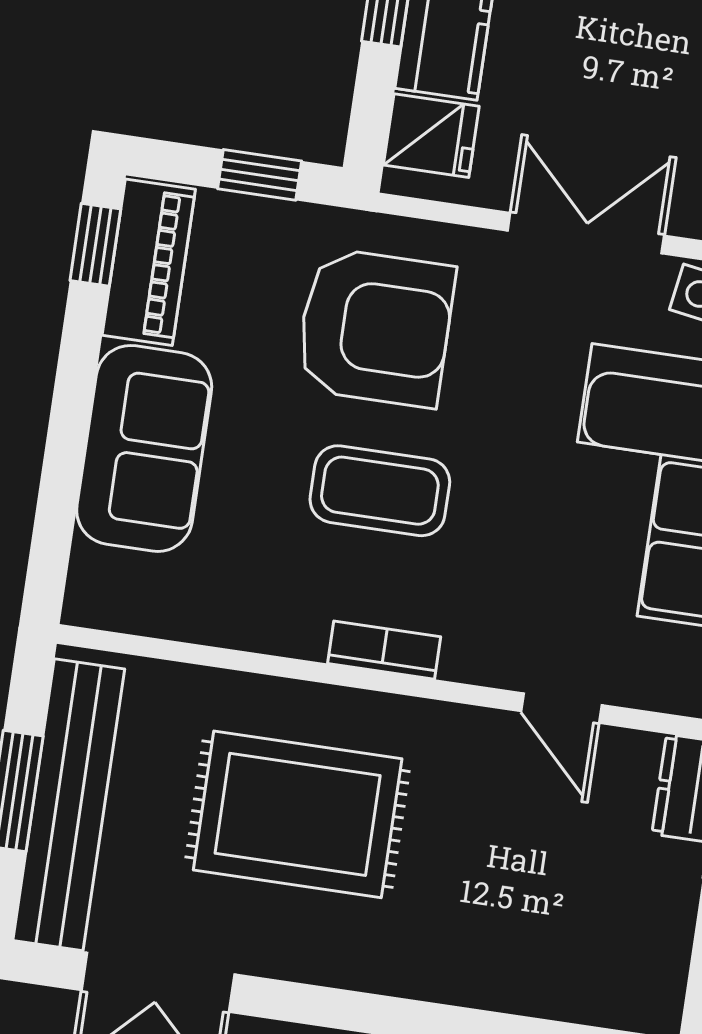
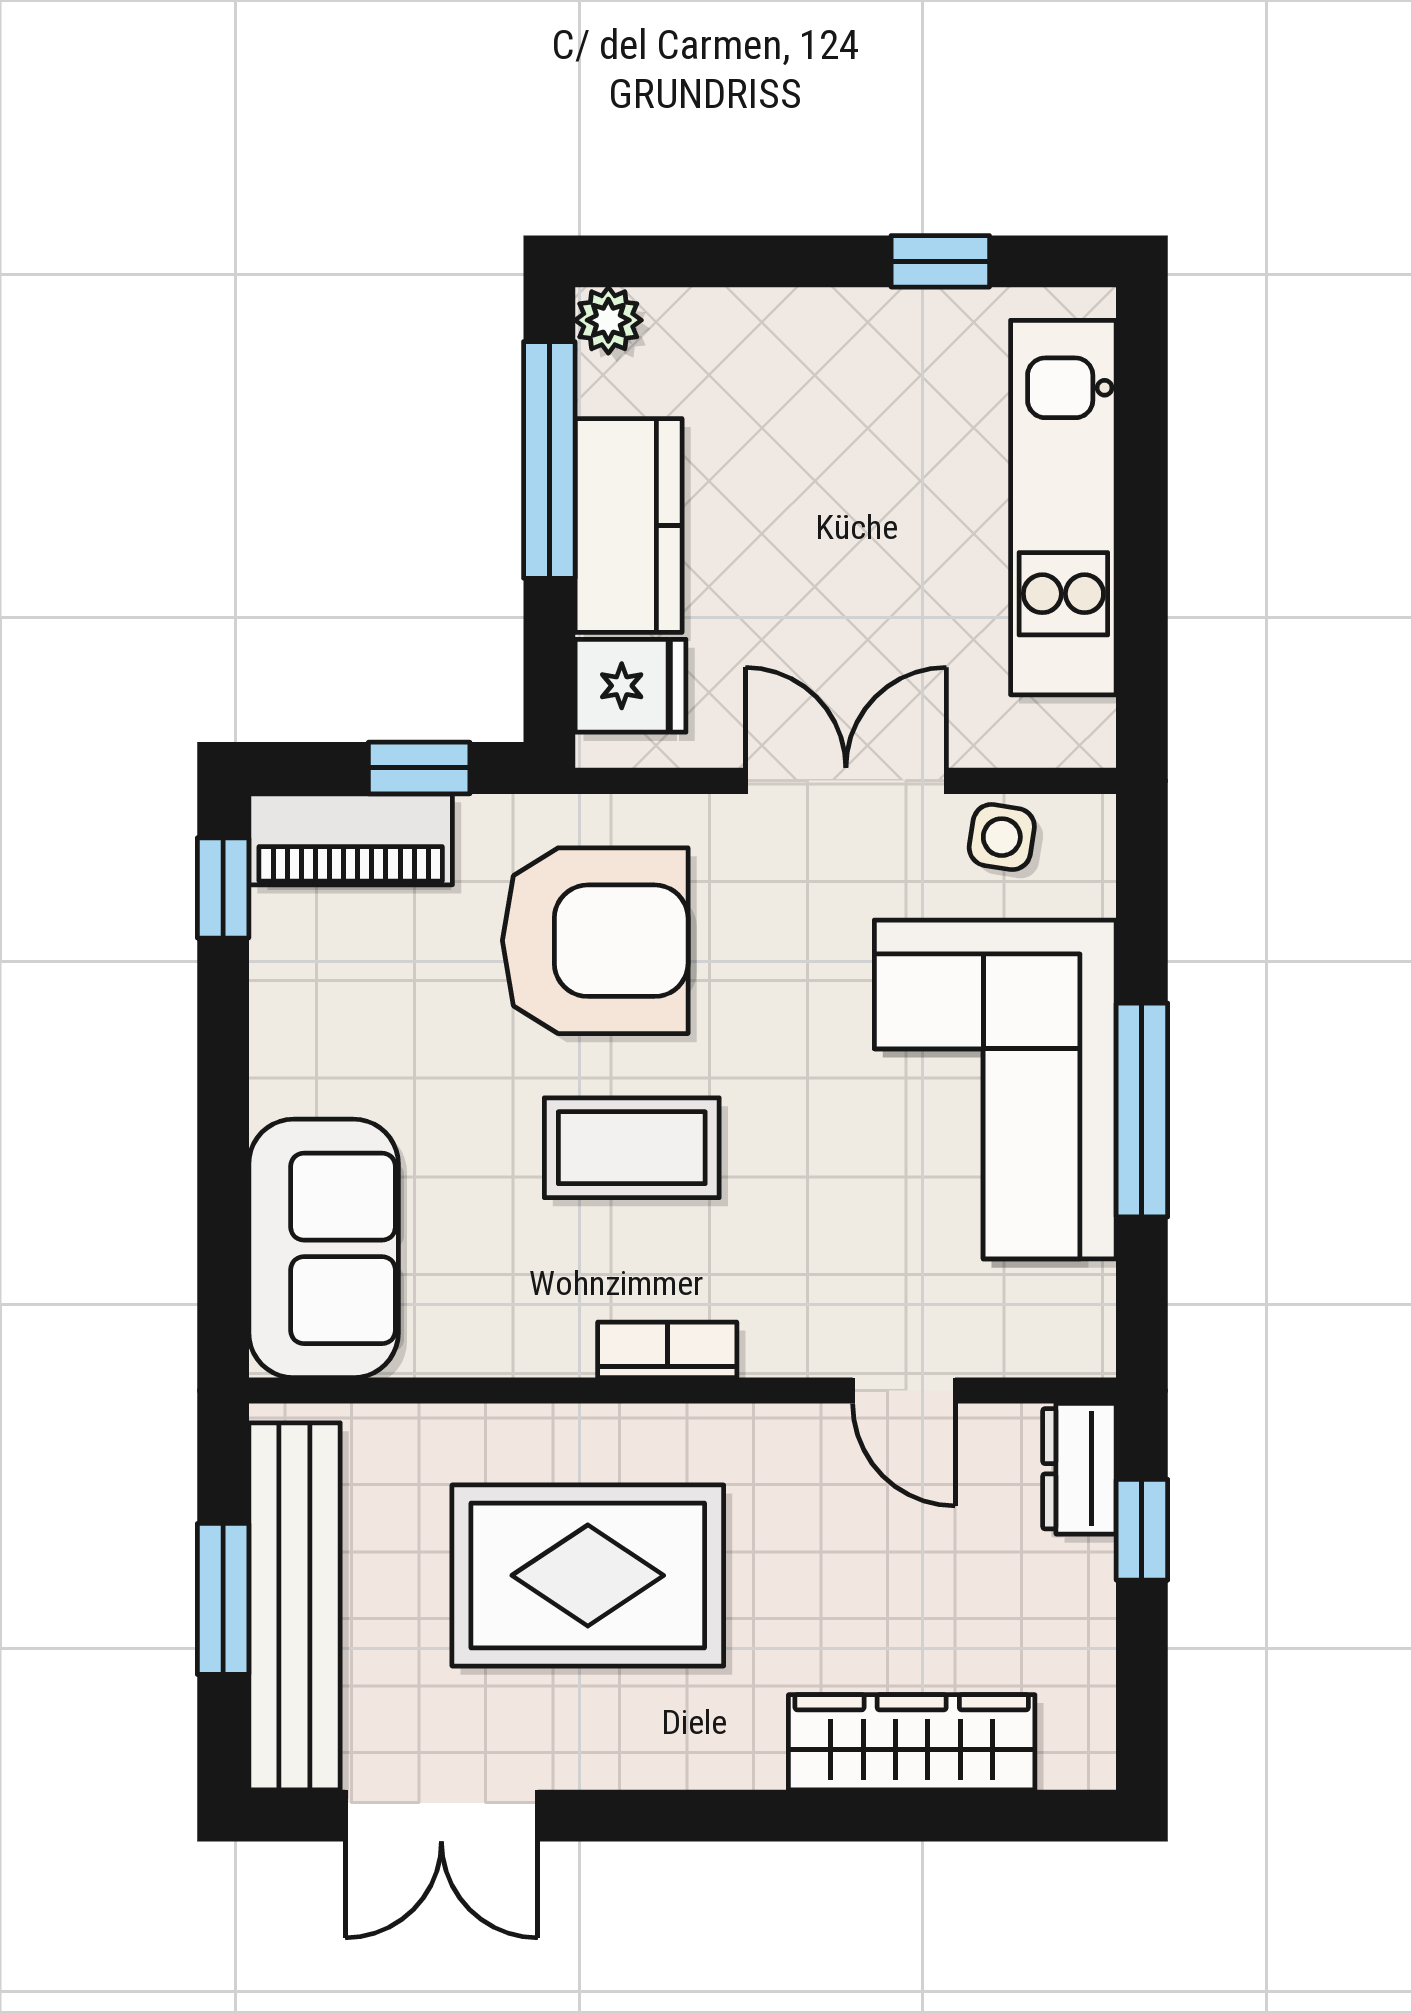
piano: (149, 262) -> (351, 839), moved, turned 90
sofa: (144, 448) -> (324, 1248), moved
wardrobe: (527, 979) -> (912, 1742), added

